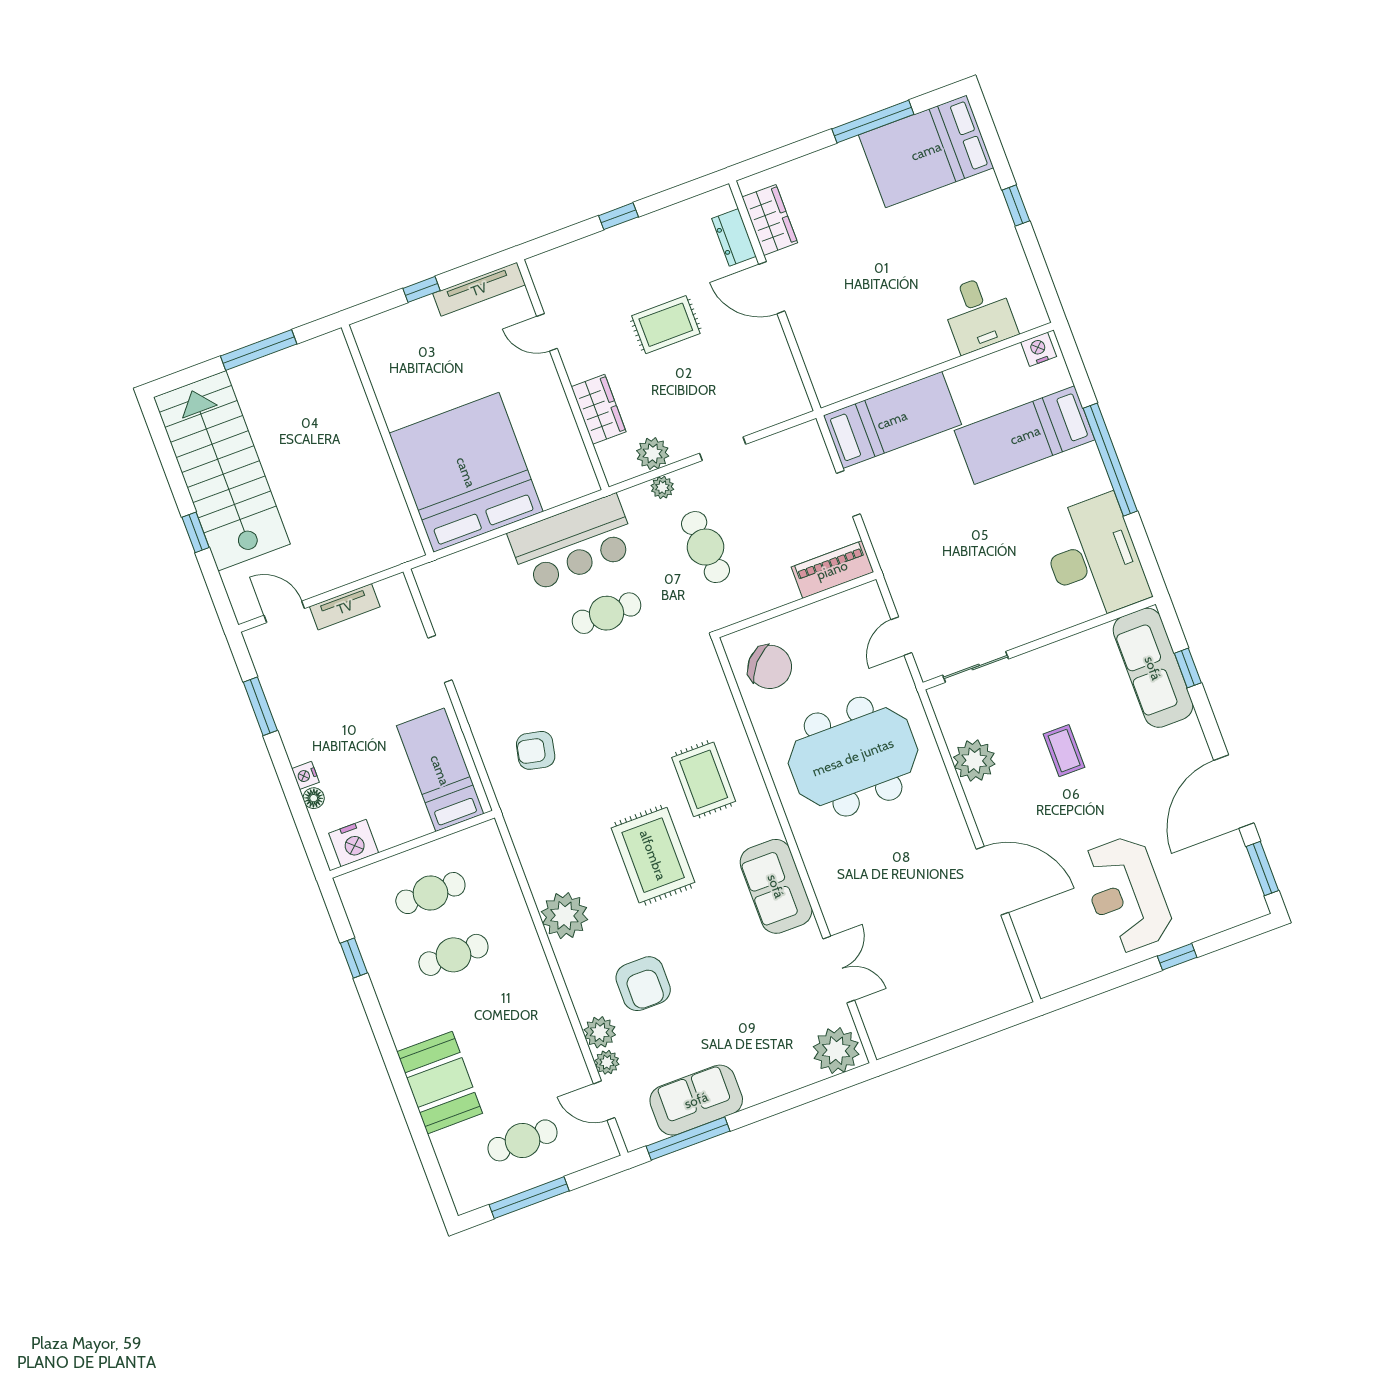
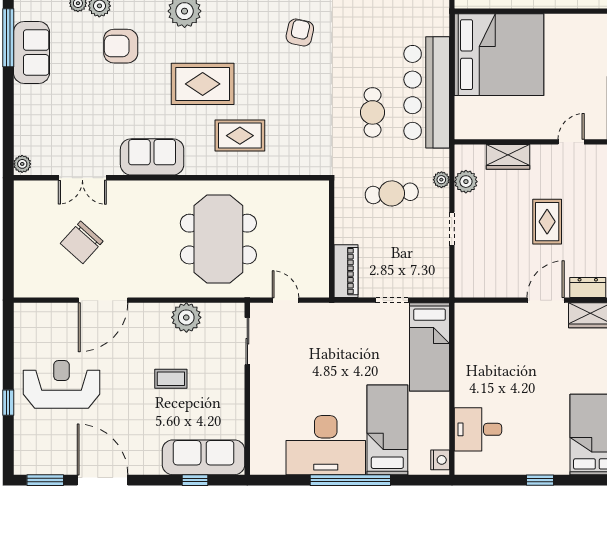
bar counter: (573, 543) -> (427, 92), width x1.36
desk: (1094, 558) -> (326, 445), moved
chair: (770, 667) -> (82, 242), moved
plant: (836, 1050) -> (22, 164), width x0.53, depth x0.53

